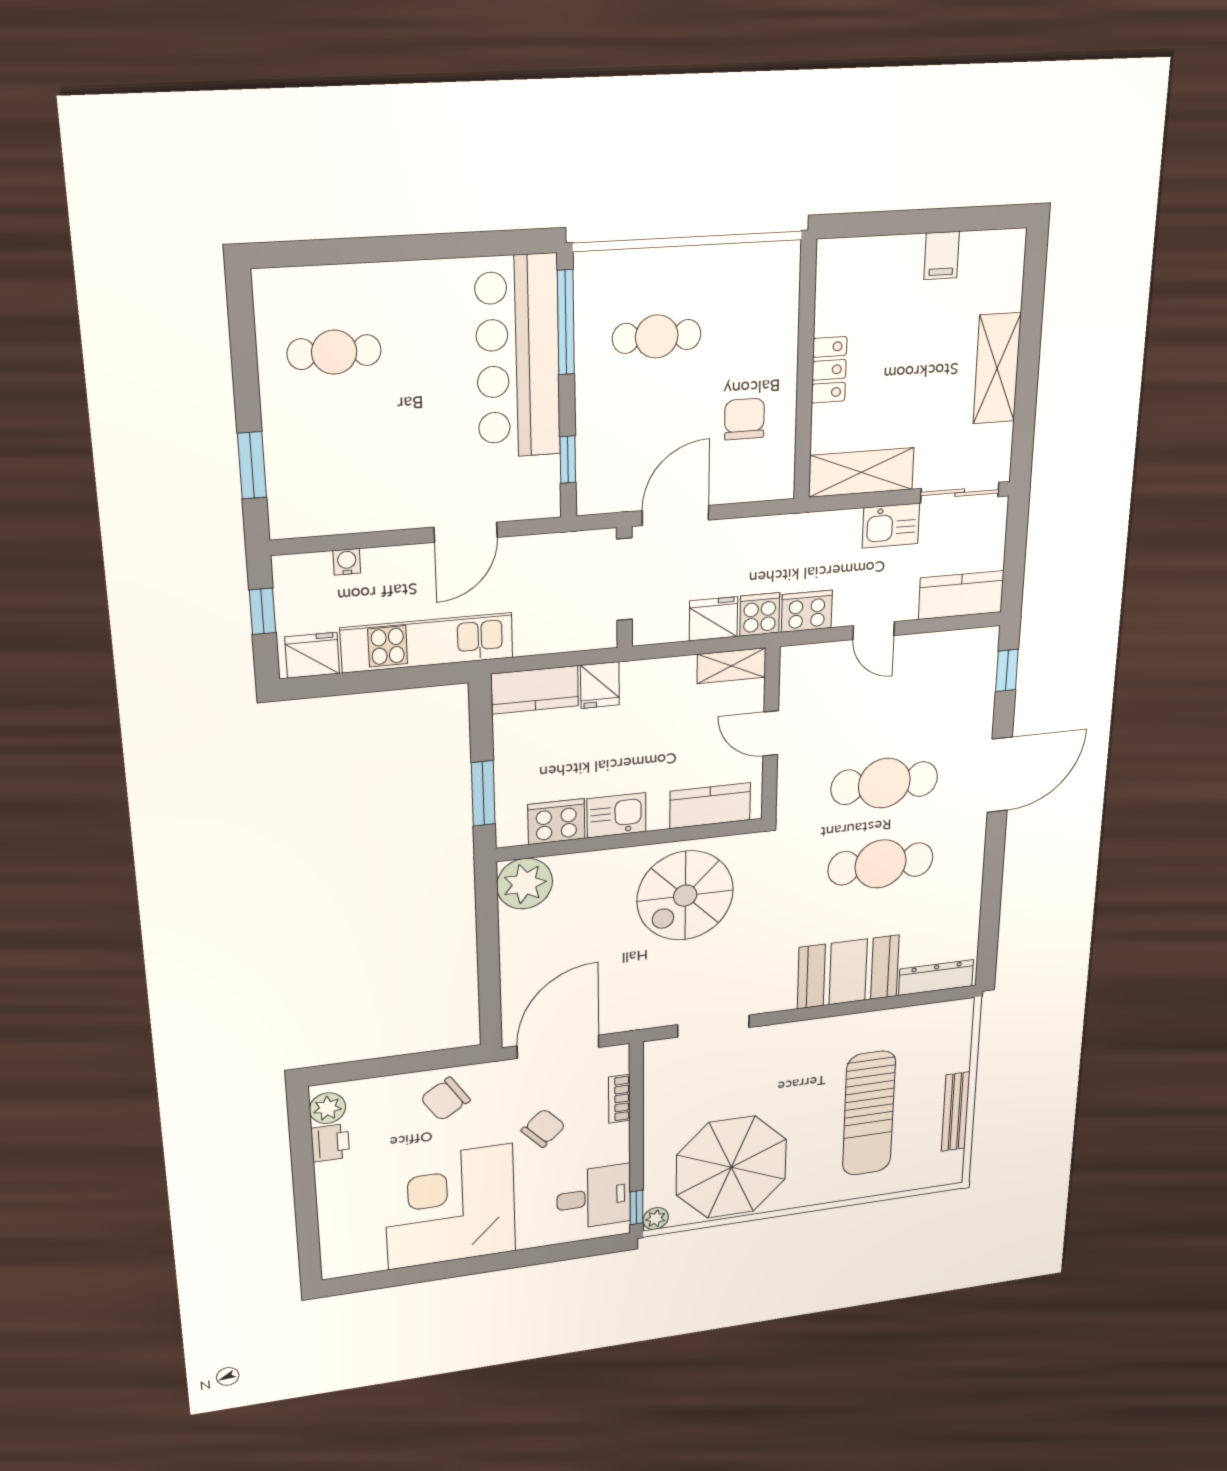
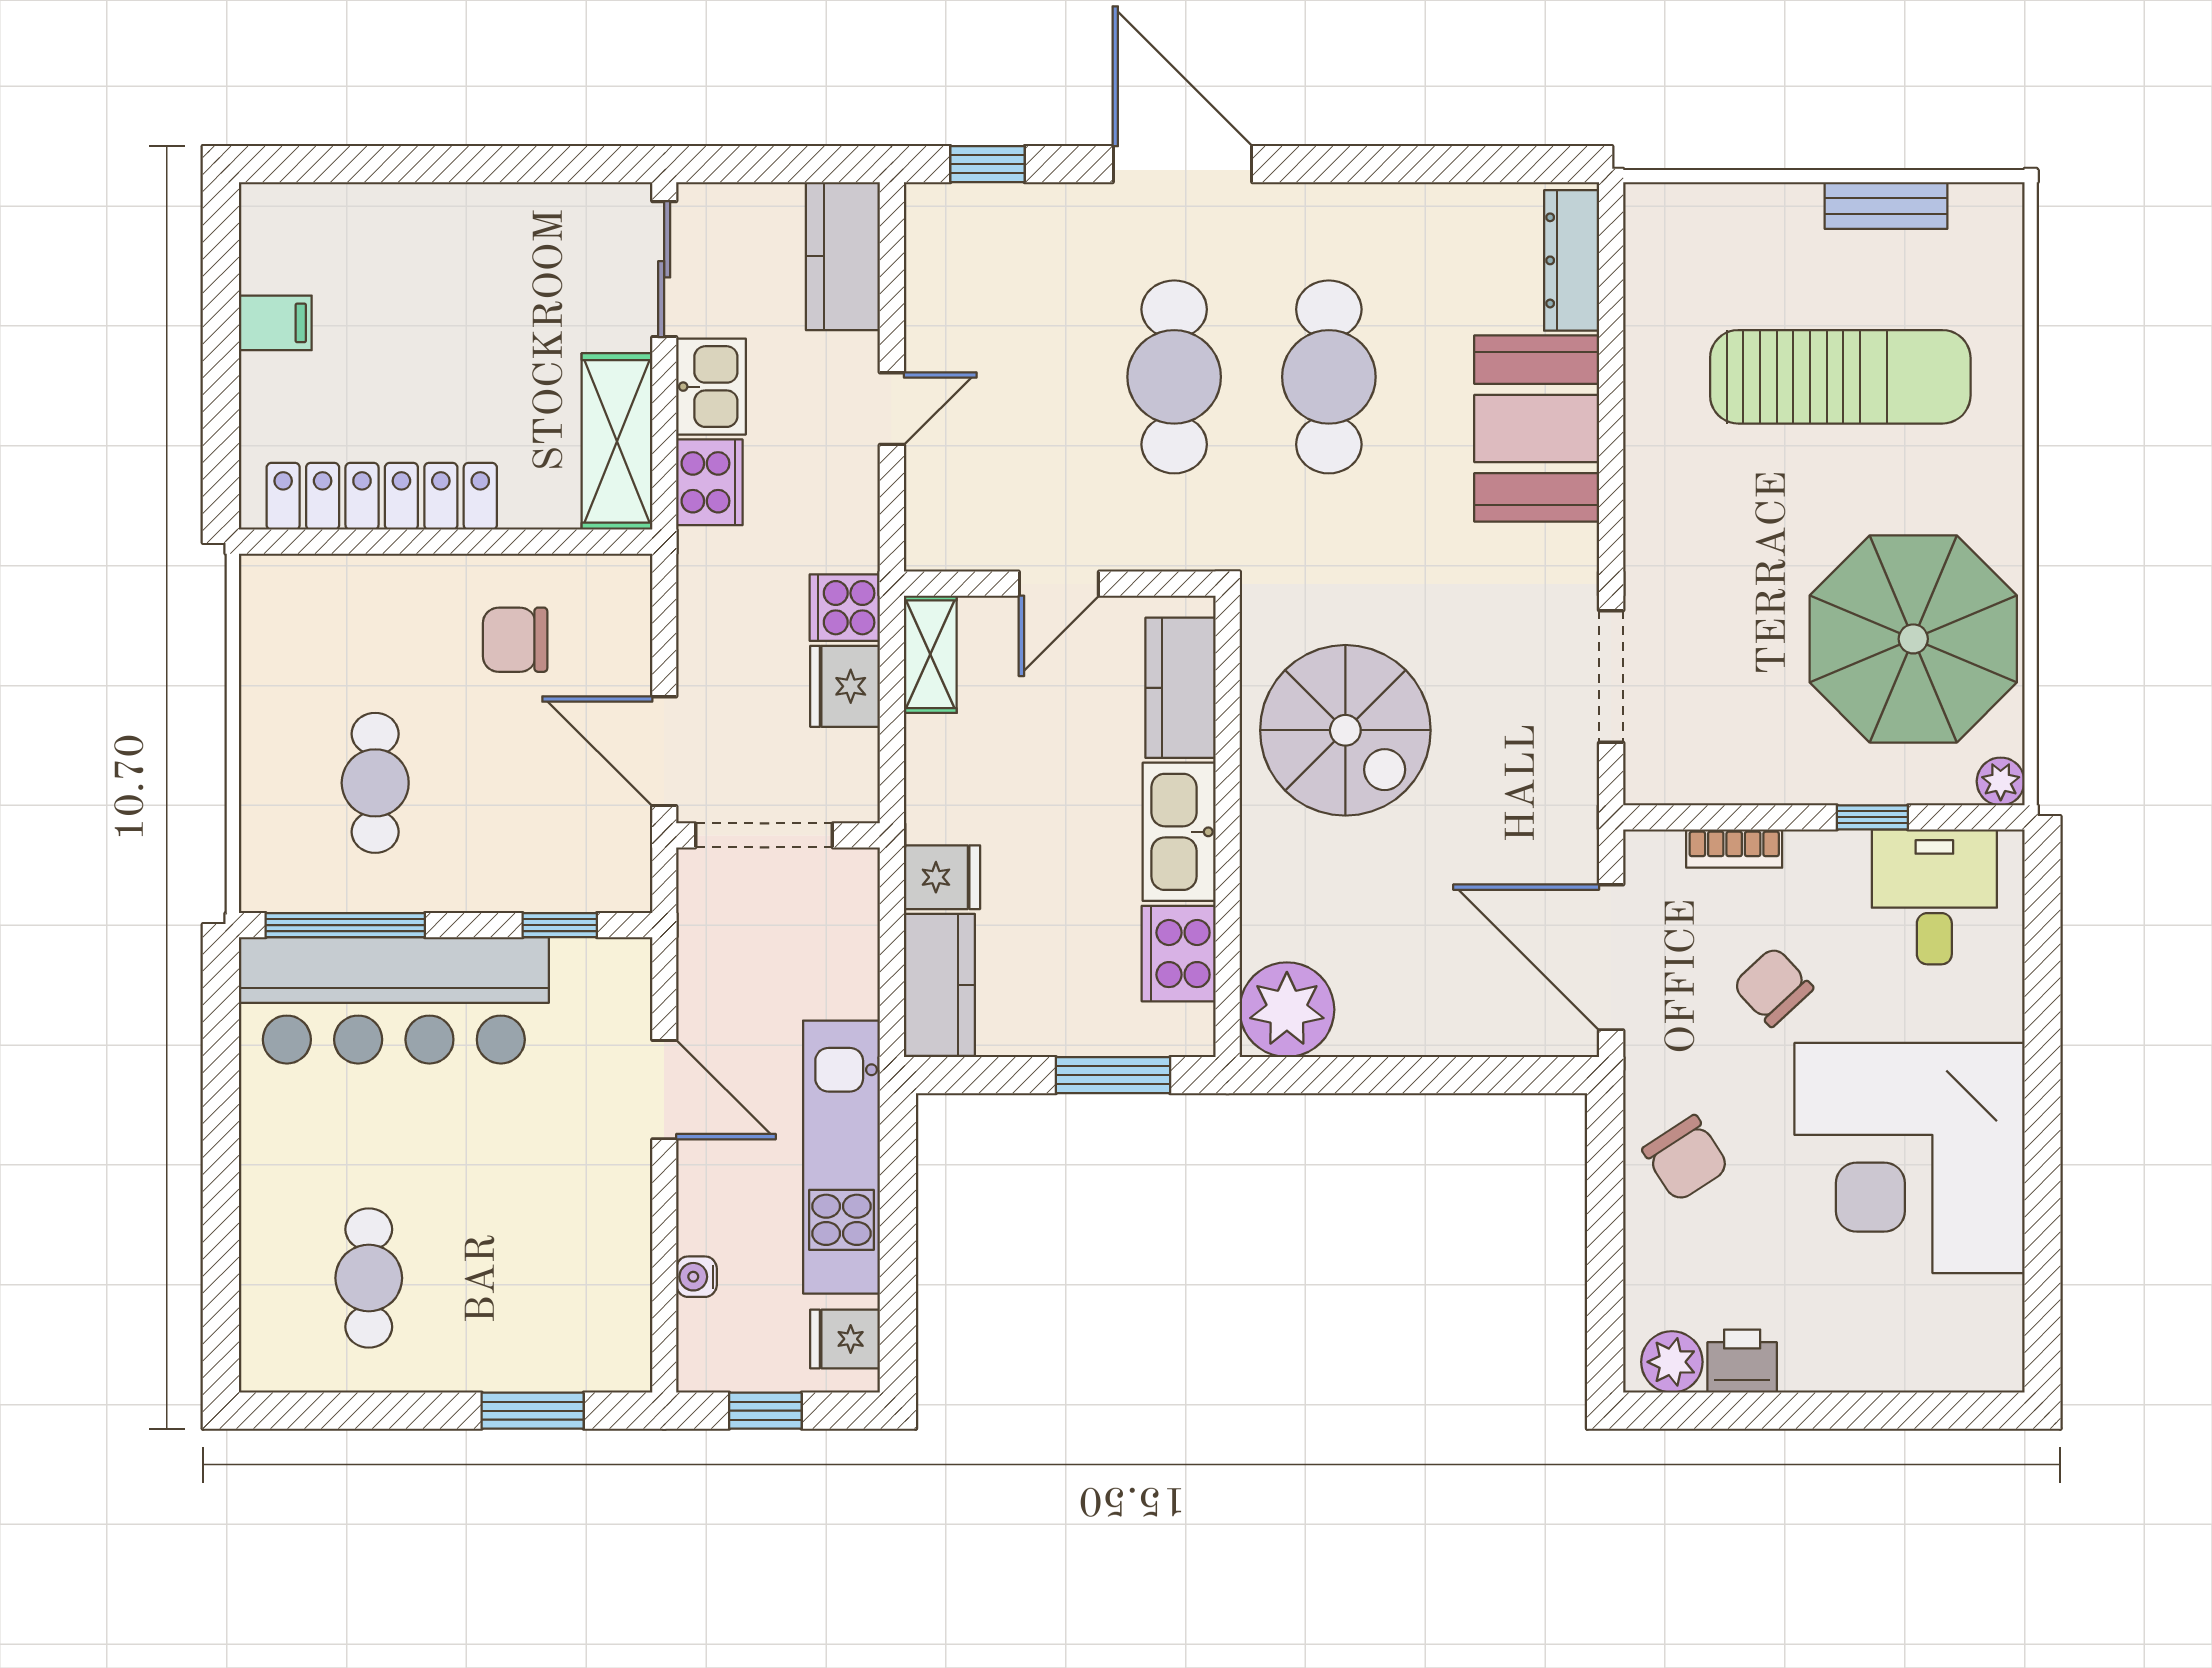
shelving: (997, 368) -> (461, 218), removed
locker: (829, 370) -> (382, 496), width x2.16, depth x1.21
cooker: (807, 611) -> (709, 482), moved, turned 180
fridge: (312, 655) -> (845, 1339), width x0.72
kitchen sink: (616, 815) -> (1179, 832), width x1.38
bench: (956, 1112) -> (1886, 206), width x0.73
window: (636, 1207) -> (1872, 817), moved

